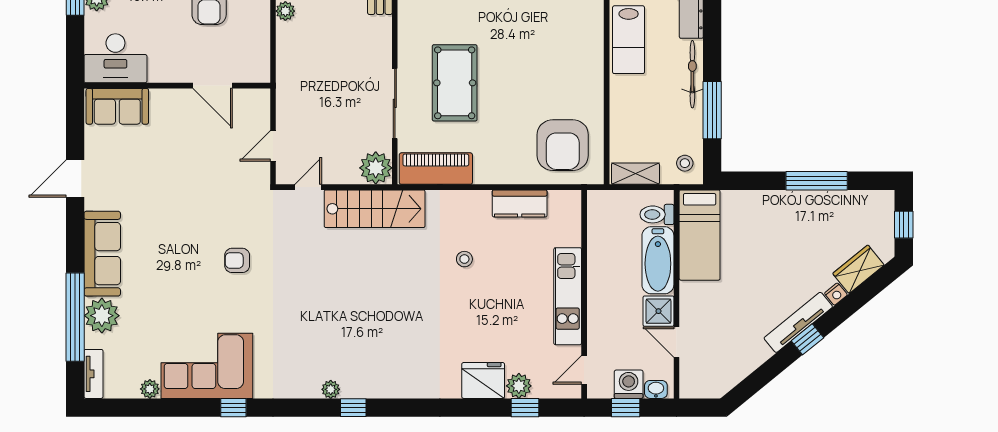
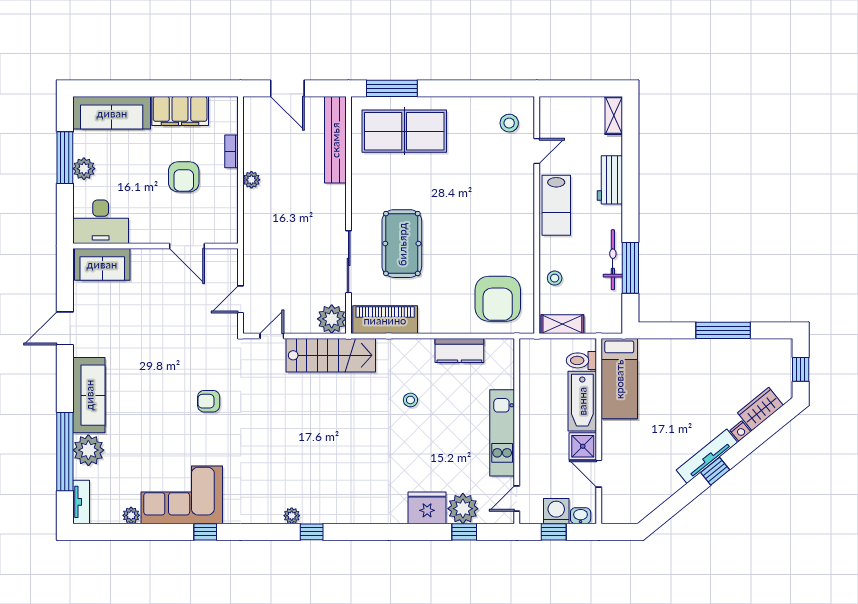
bicycle: (692, 74) -> (613, 260), moved
stool: (685, 163) -> (555, 278), moved
plant: (519, 386) -> (463, 509), width x1.36, depth x1.36

